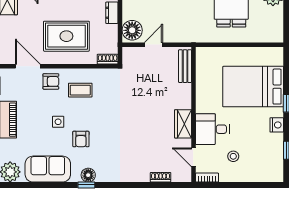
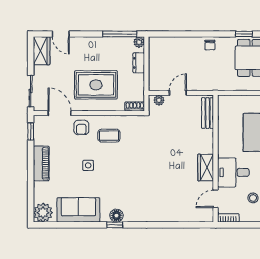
floor lamp: (132, 30) -> (158, 79), removed
plant: (133, 52) -> (159, 100), added
armchair: (51, 81) -> (81, 127), turned 90
armchair: (81, 139) -> (110, 182), removed
door: (193, 157) -> (216, 199), hinge flipped
shoe rack: (161, 177) -> (185, 218), removed

